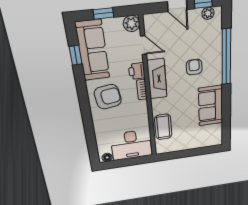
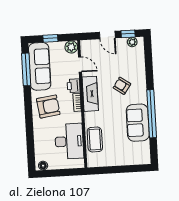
window: (76, 55) -> (26, 69), width x2.17
window: (226, 57) -> (152, 114), moved
armchair: (194, 67) -> (122, 86), turned -55
desk: (131, 145) -> (69, 141), moved, turned -90

